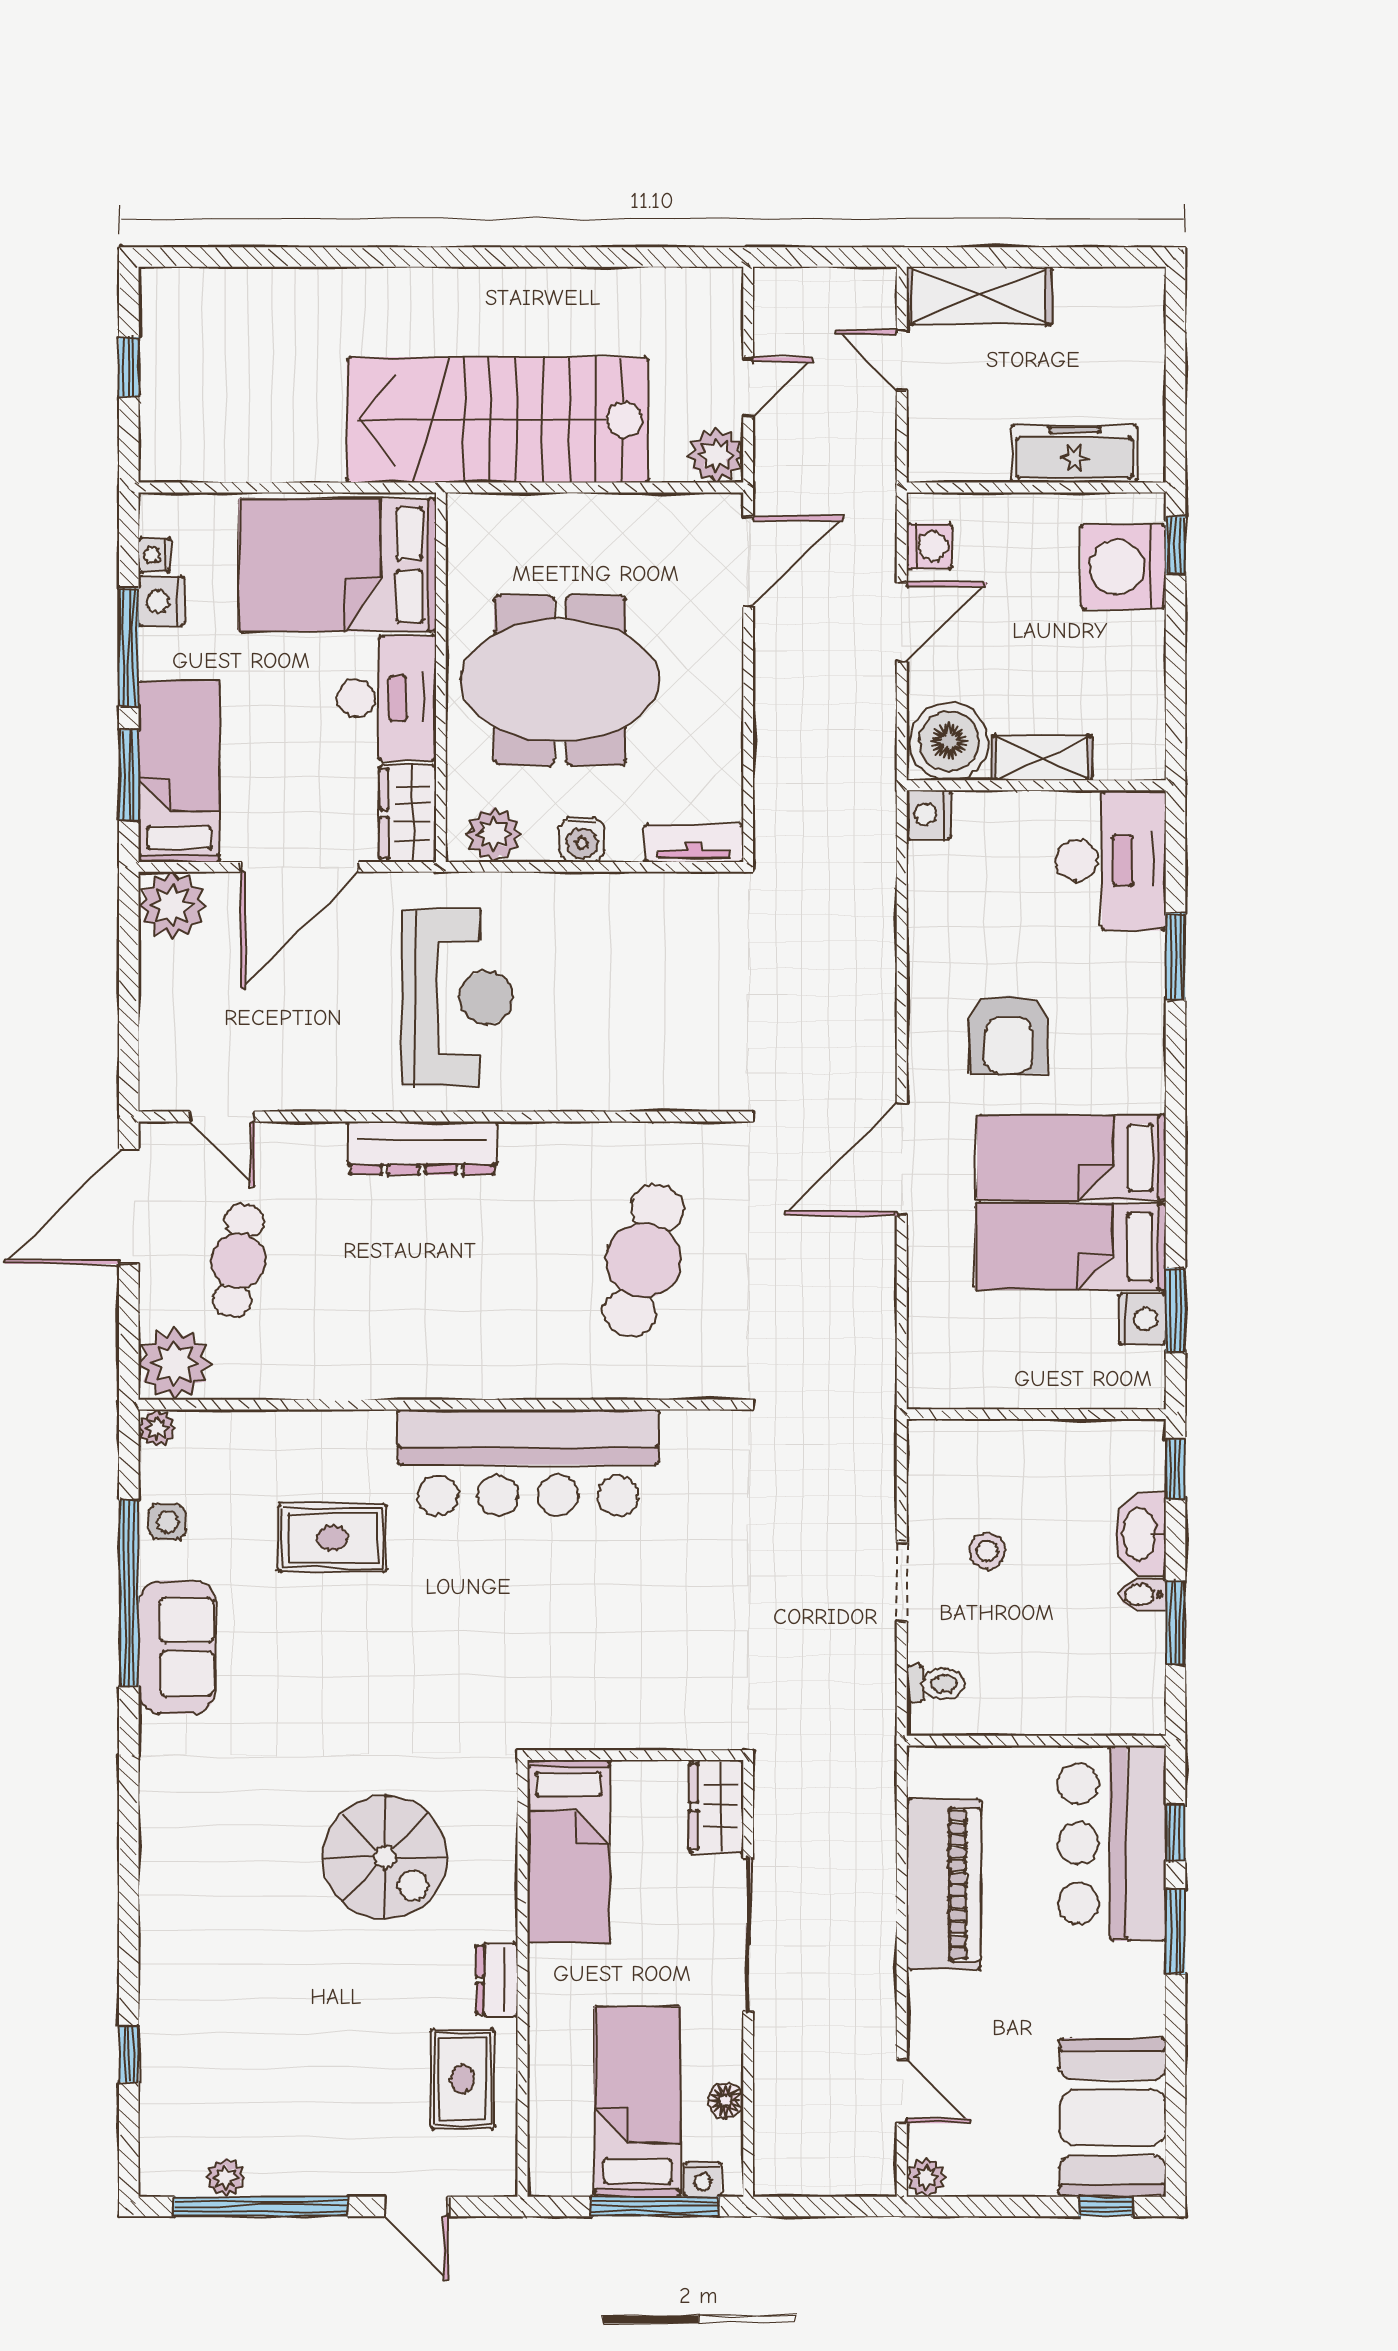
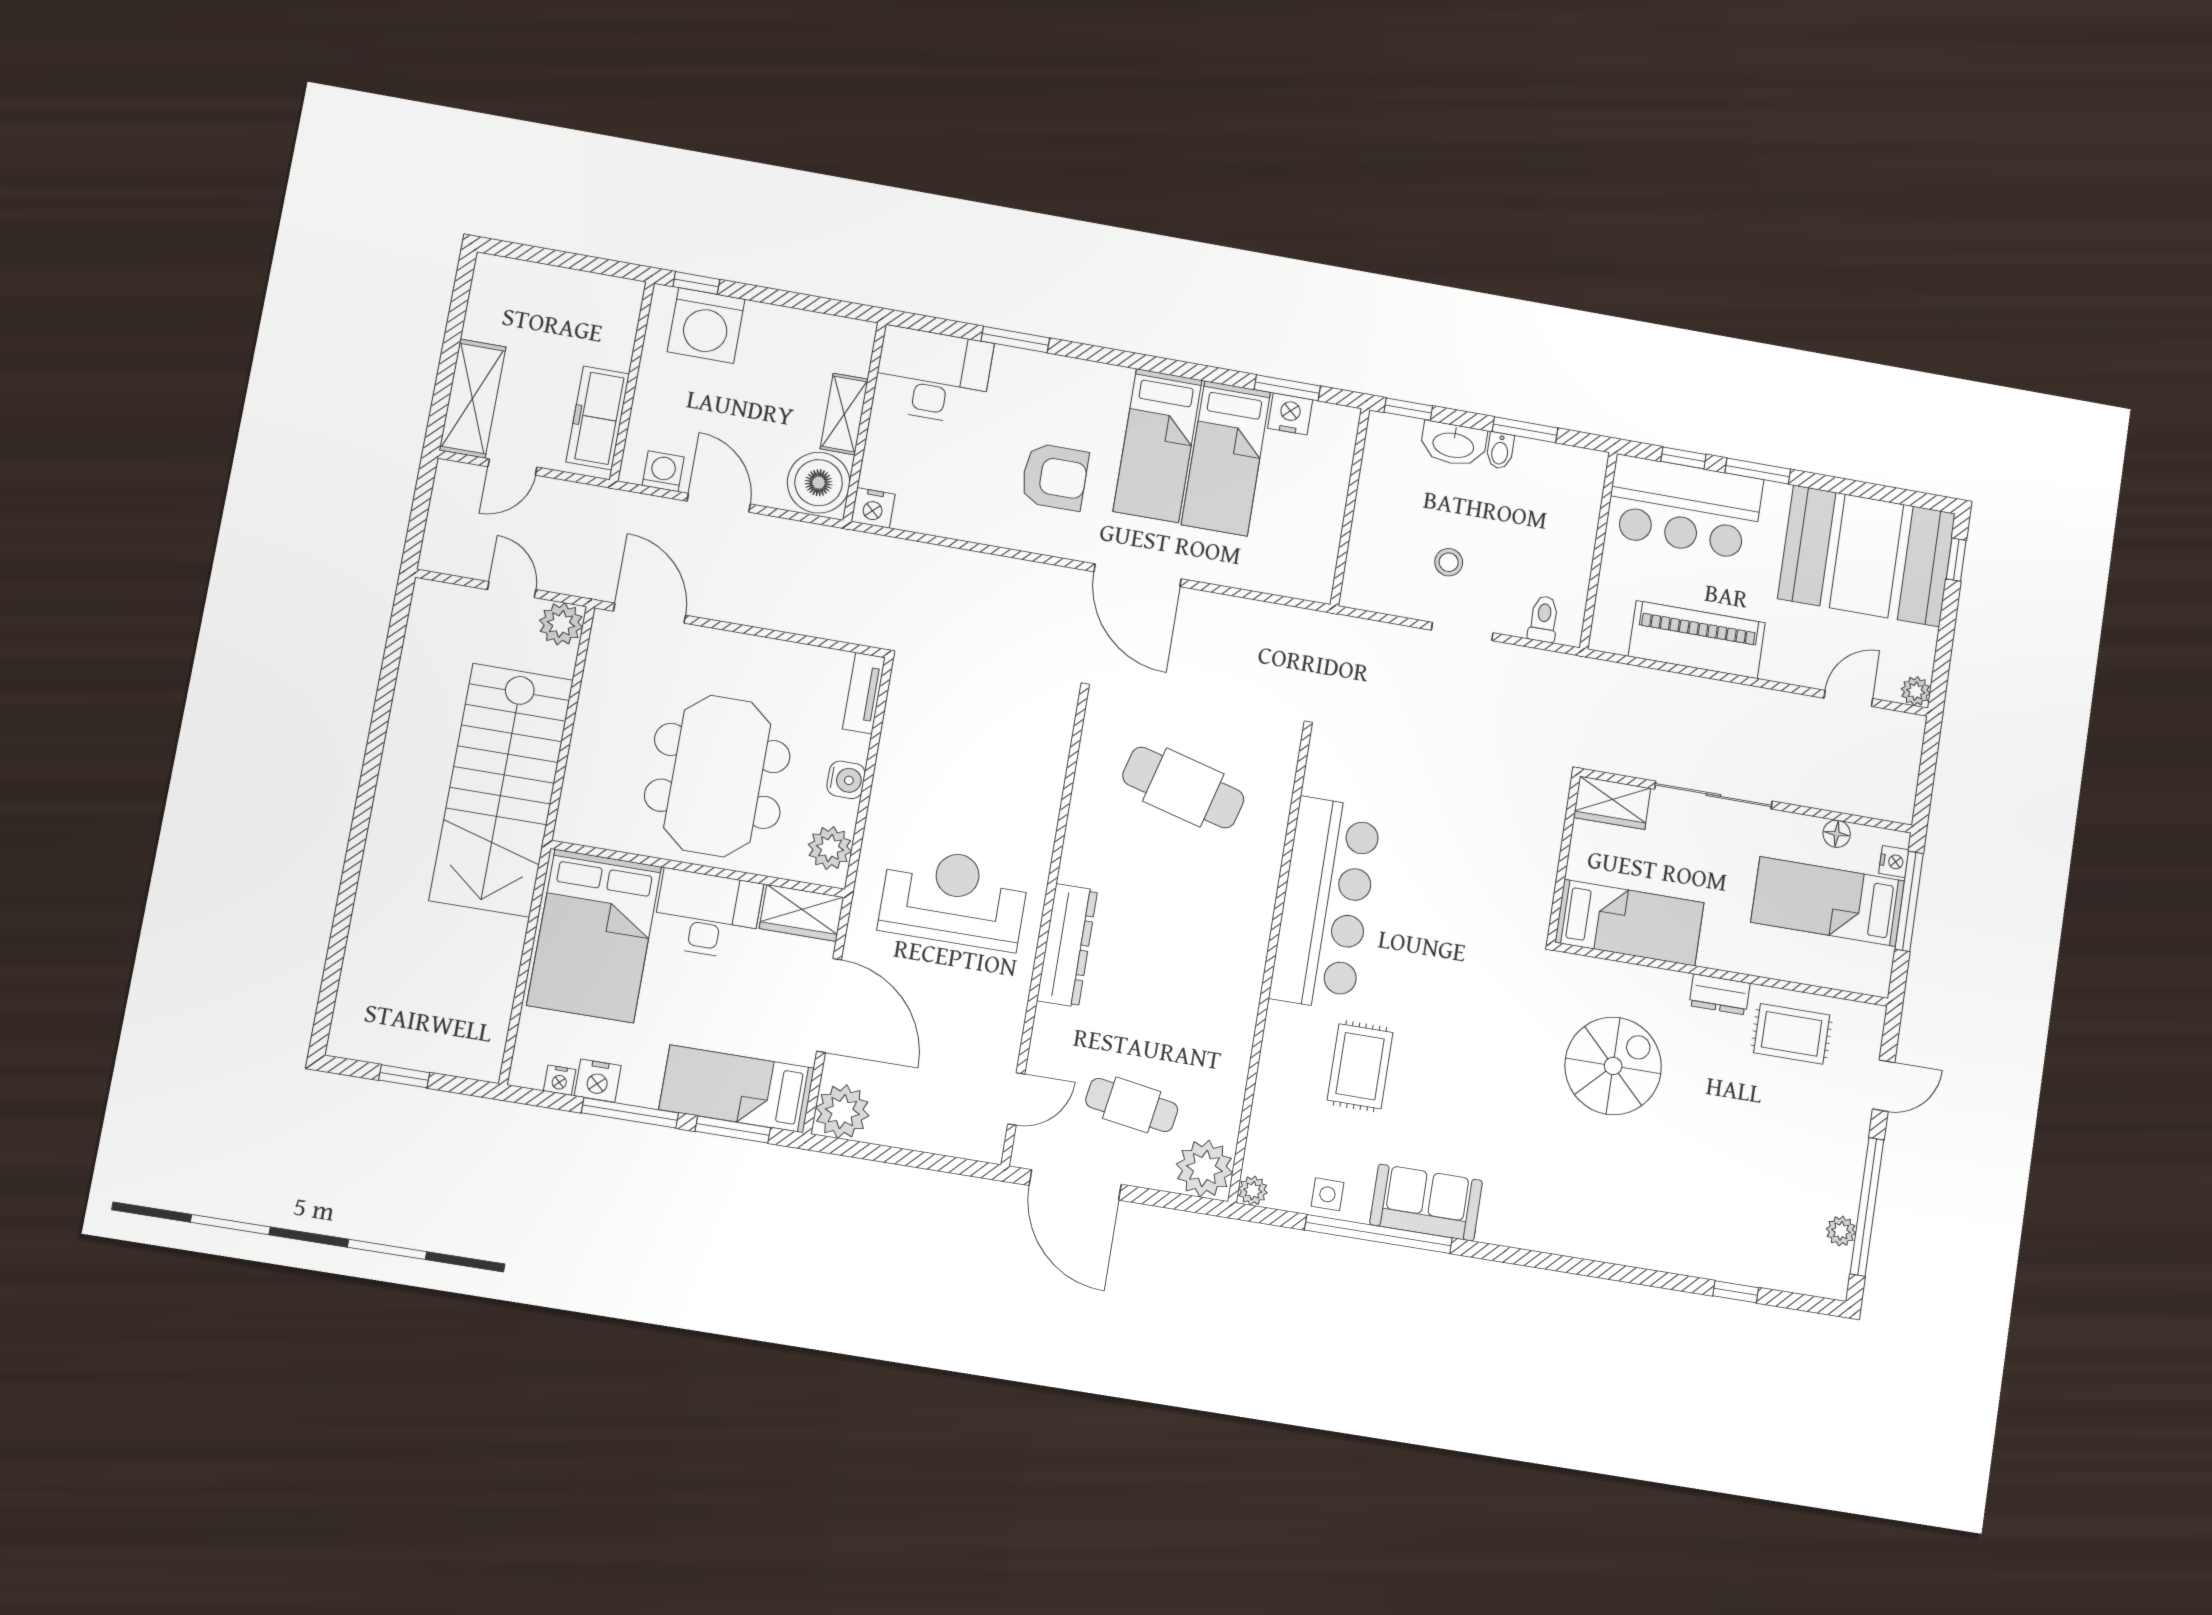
freezer: (1074, 454) -> (598, 418), moved
booth: (1113, 2117) -> (1867, 556), width x1.36, depth x1.42

